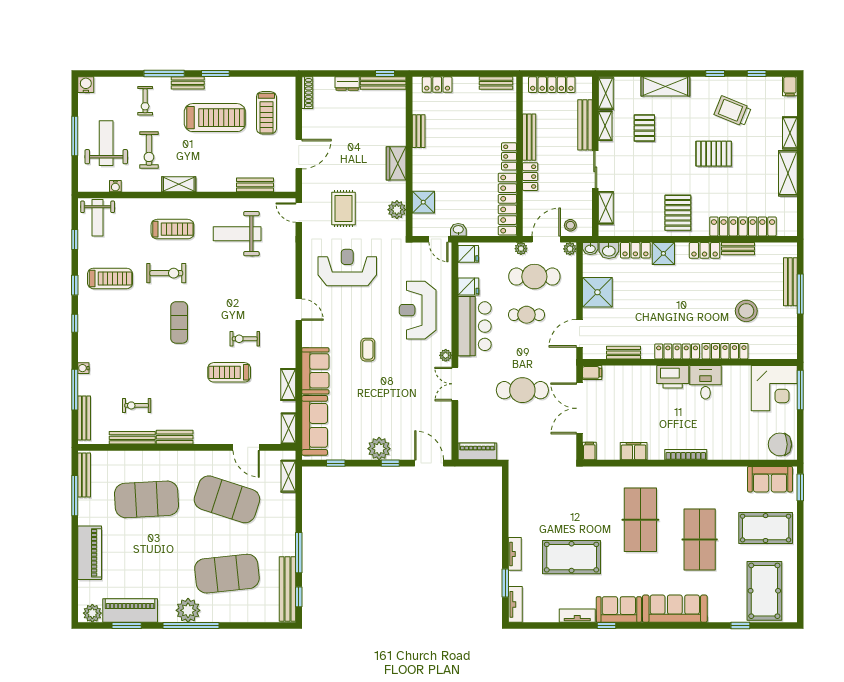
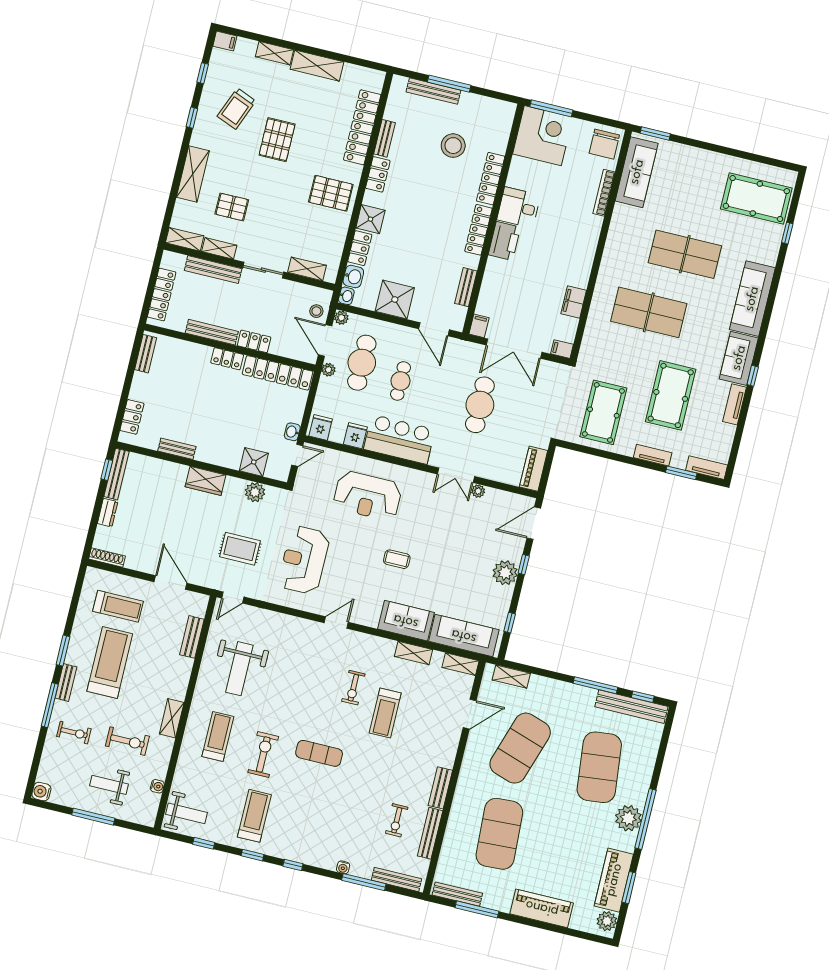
weight bench: (106, 143) -> (109, 785), width x0.73, depth x0.75
plant: (446, 355) -> (478, 491), moved
bookcase: (686, 455) -> (604, 193), moved
sofa: (770, 479) -> (637, 172), width x1.36
pool table: (766, 528) -> (603, 412), moved

